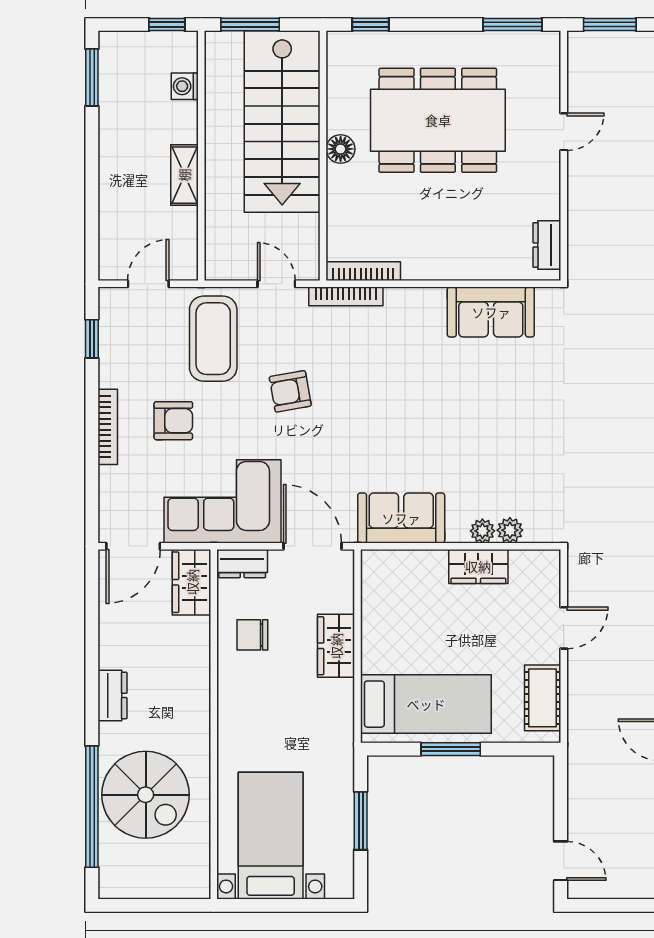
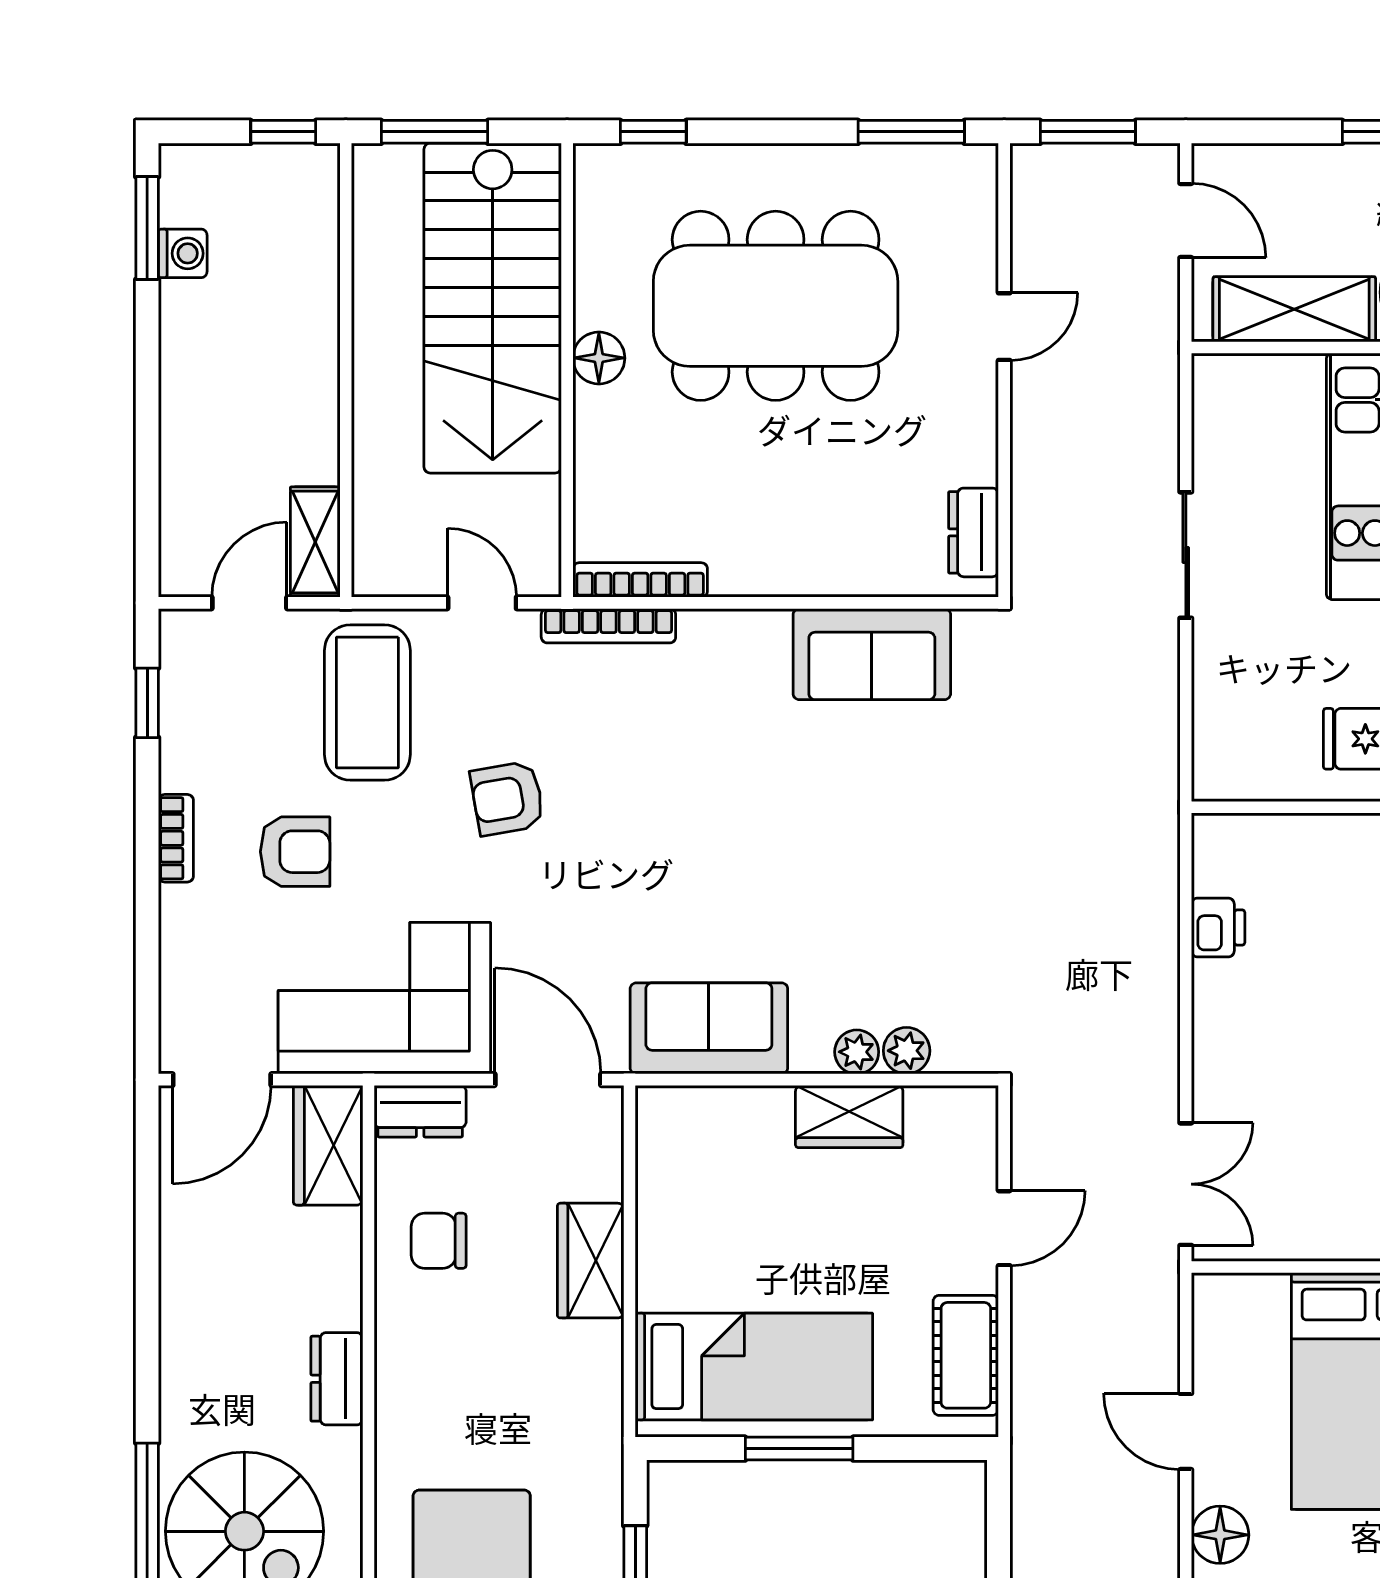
washing machine: (185, 86) -> (183, 253), moved, turned 180
shelving: (184, 175) -> (315, 542), moved
bookcase: (108, 427) -> (176, 838), width x0.64
dresser: (112, 695) -> (337, 1379), moved, turned 180

